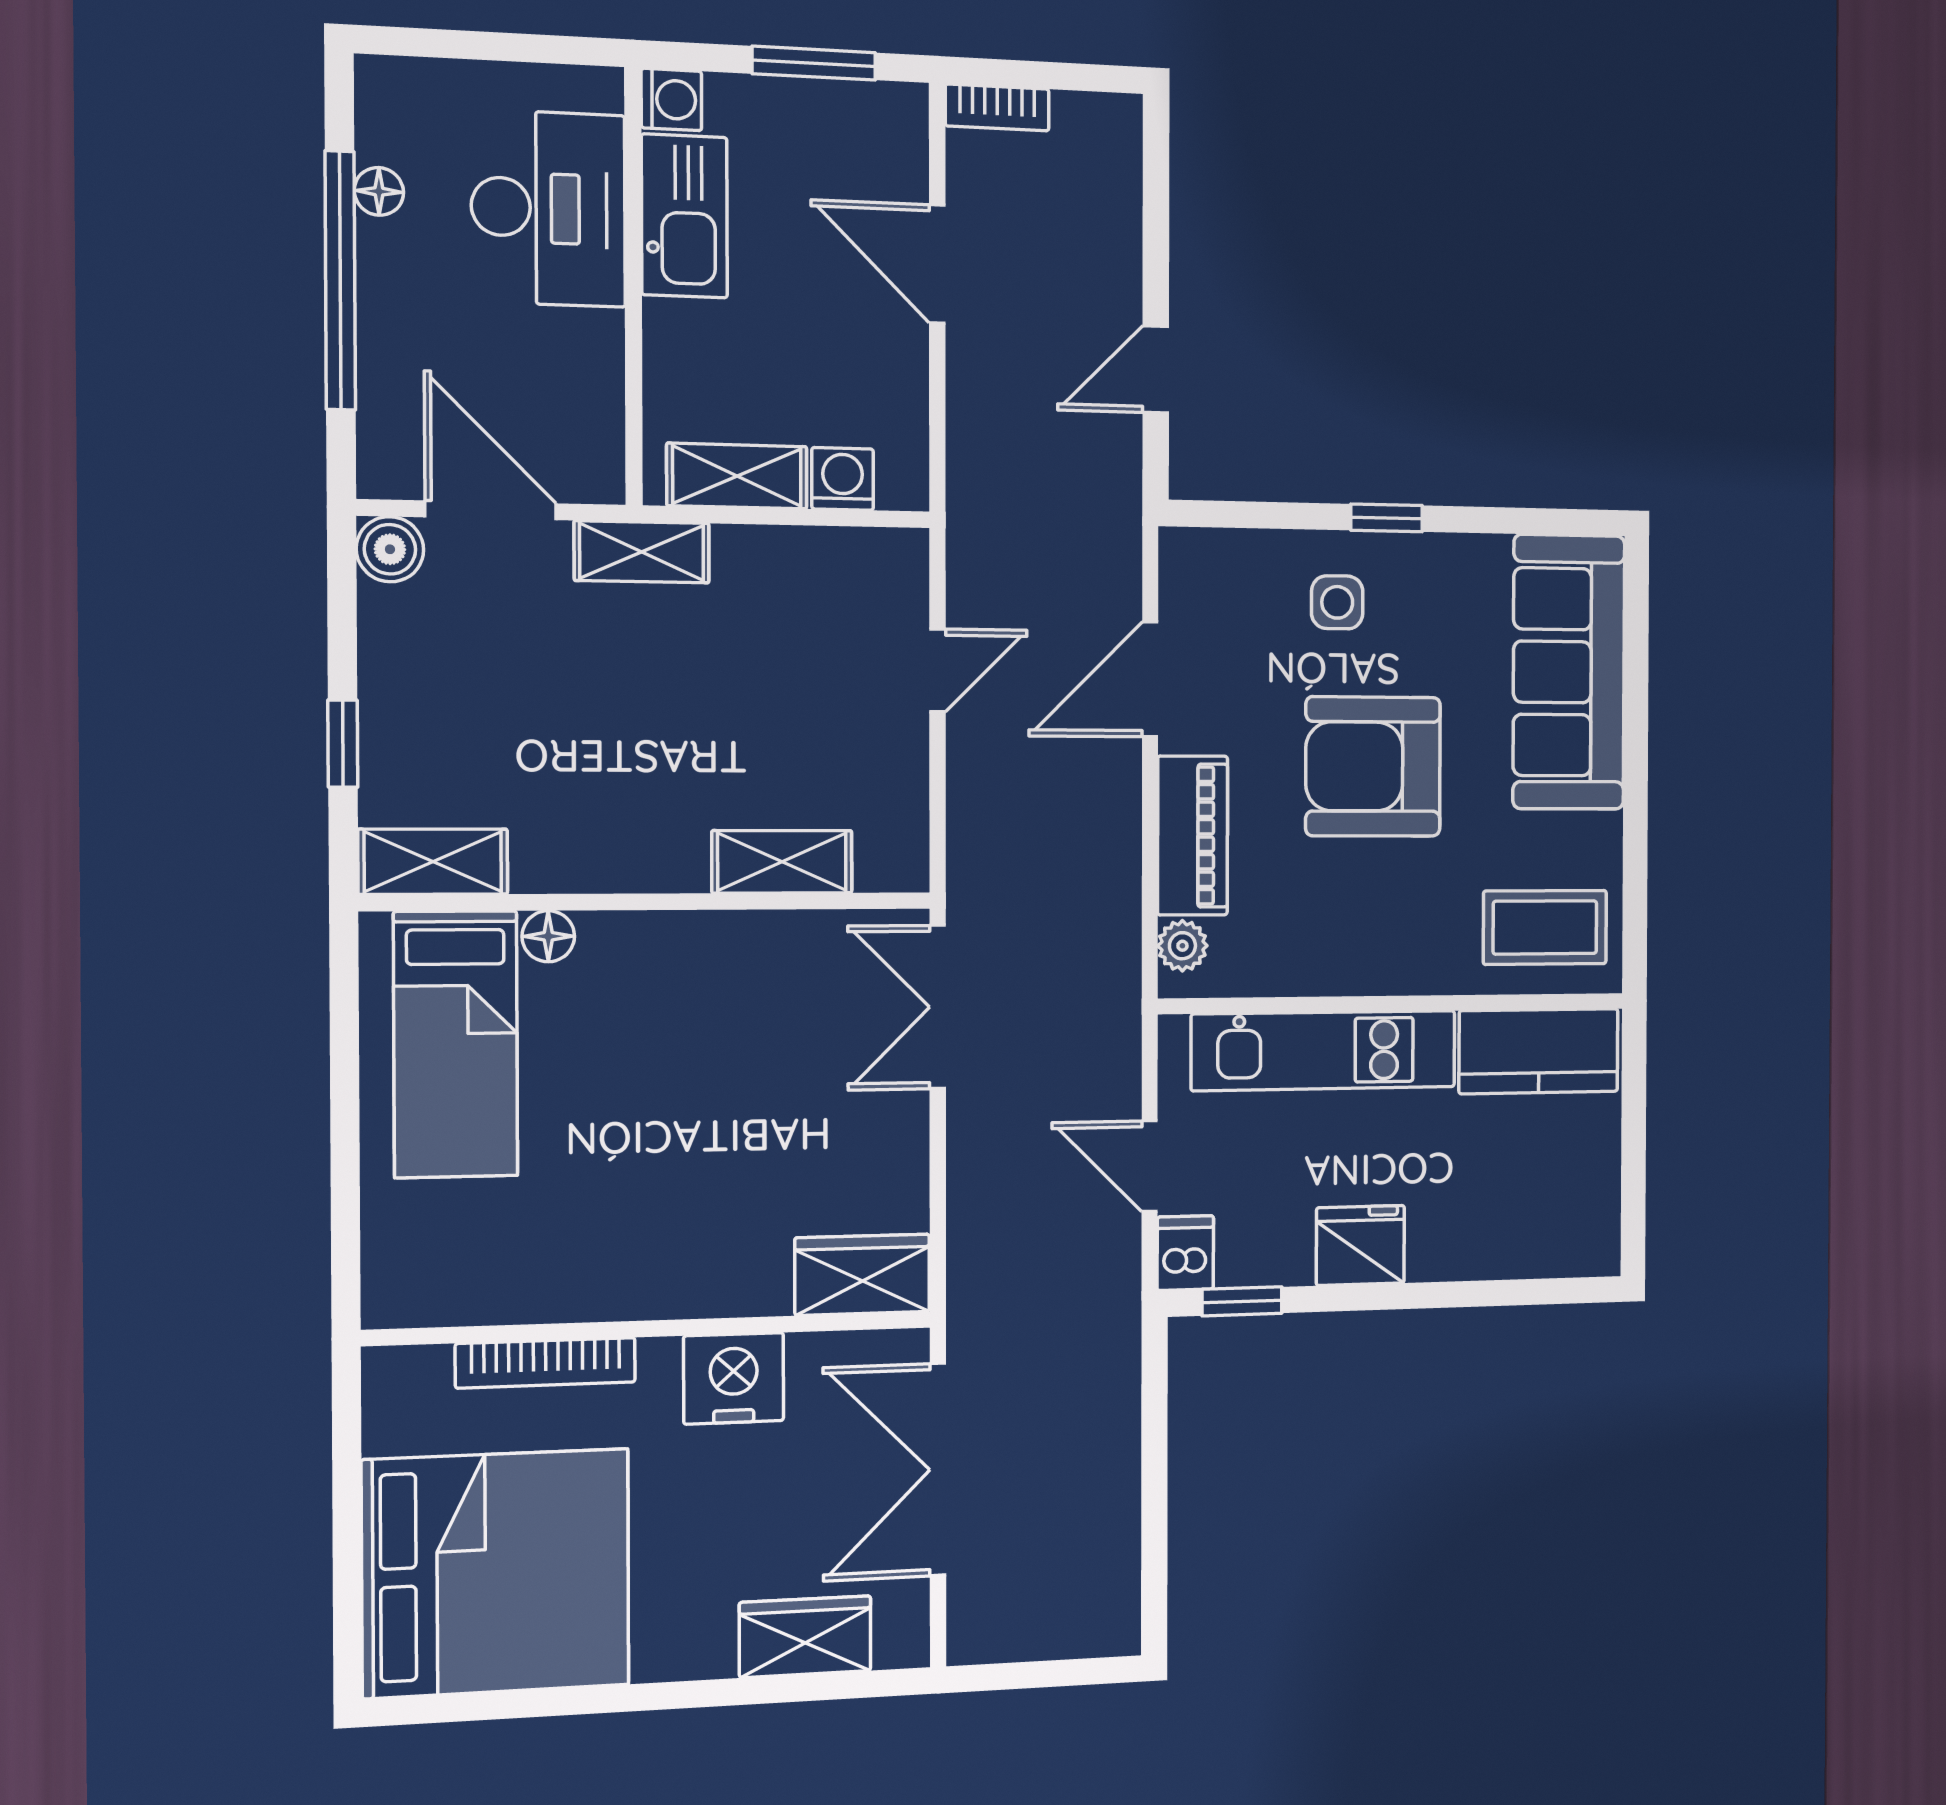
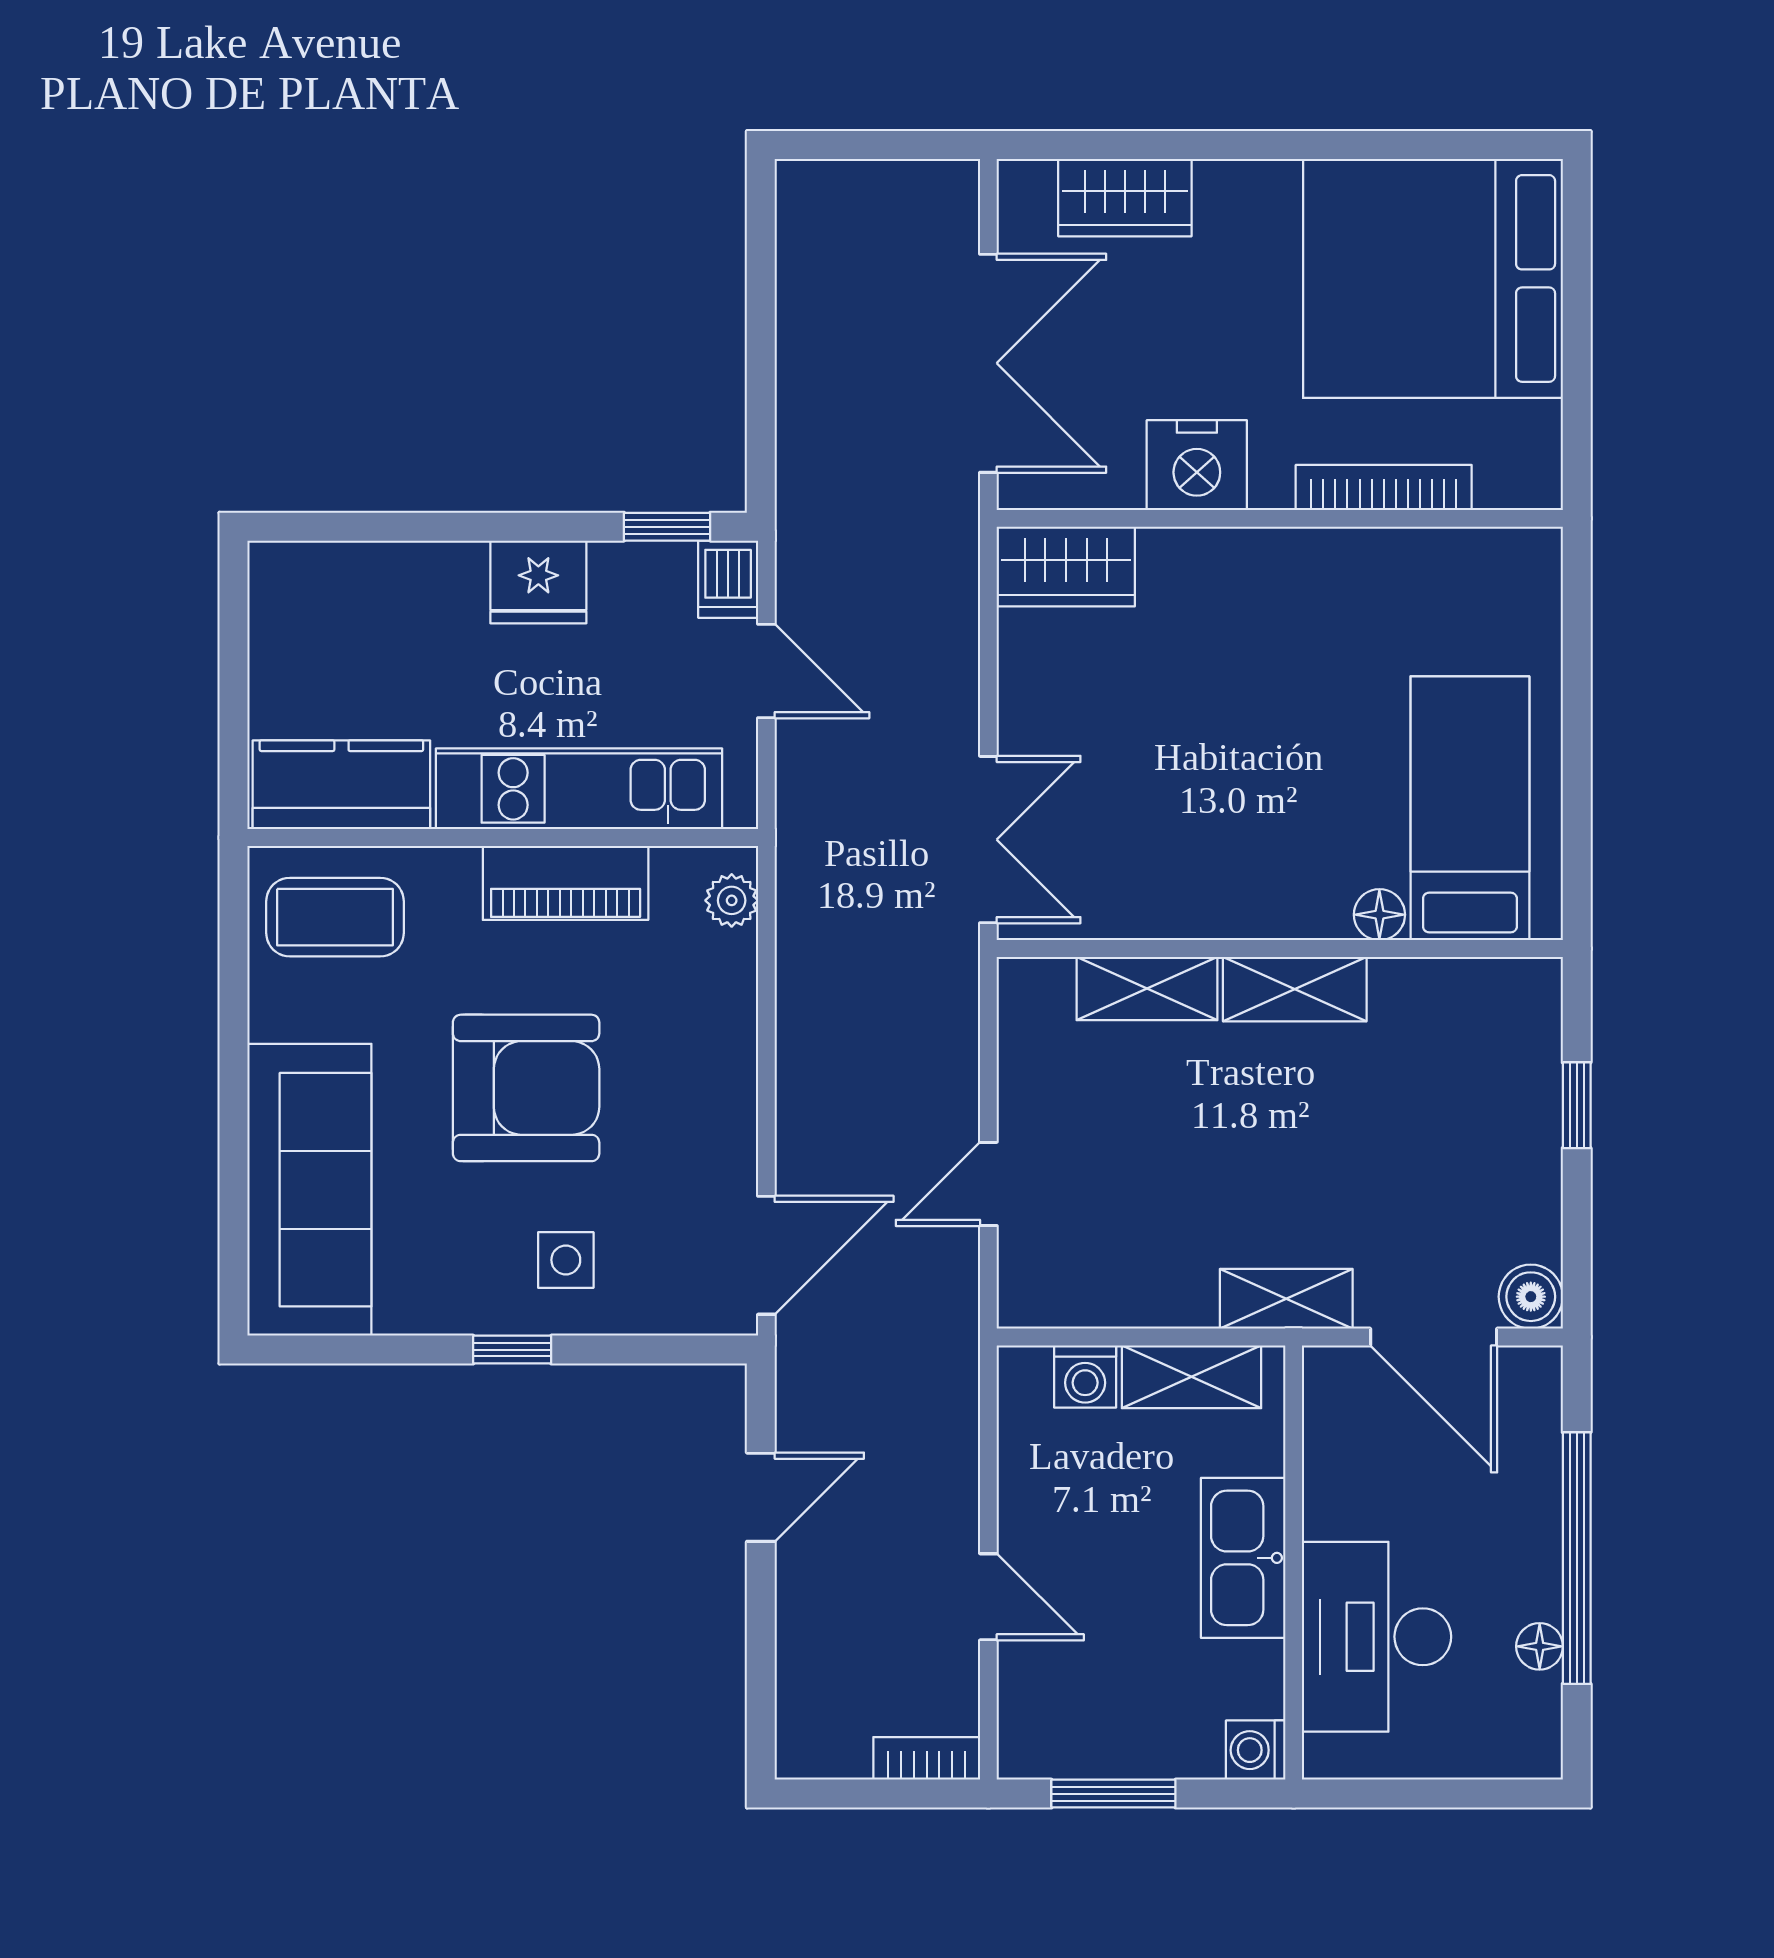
kitchen sink: (684, 216) -> (1243, 1558), moved
door: (937, 264) -> (988, 1597), width x0.73
door: (1150, 679) -> (766, 1255), moved
piano: (1193, 836) -> (566, 883), moved, turned -90
shelving: (433, 862) -> (1295, 989), moved

